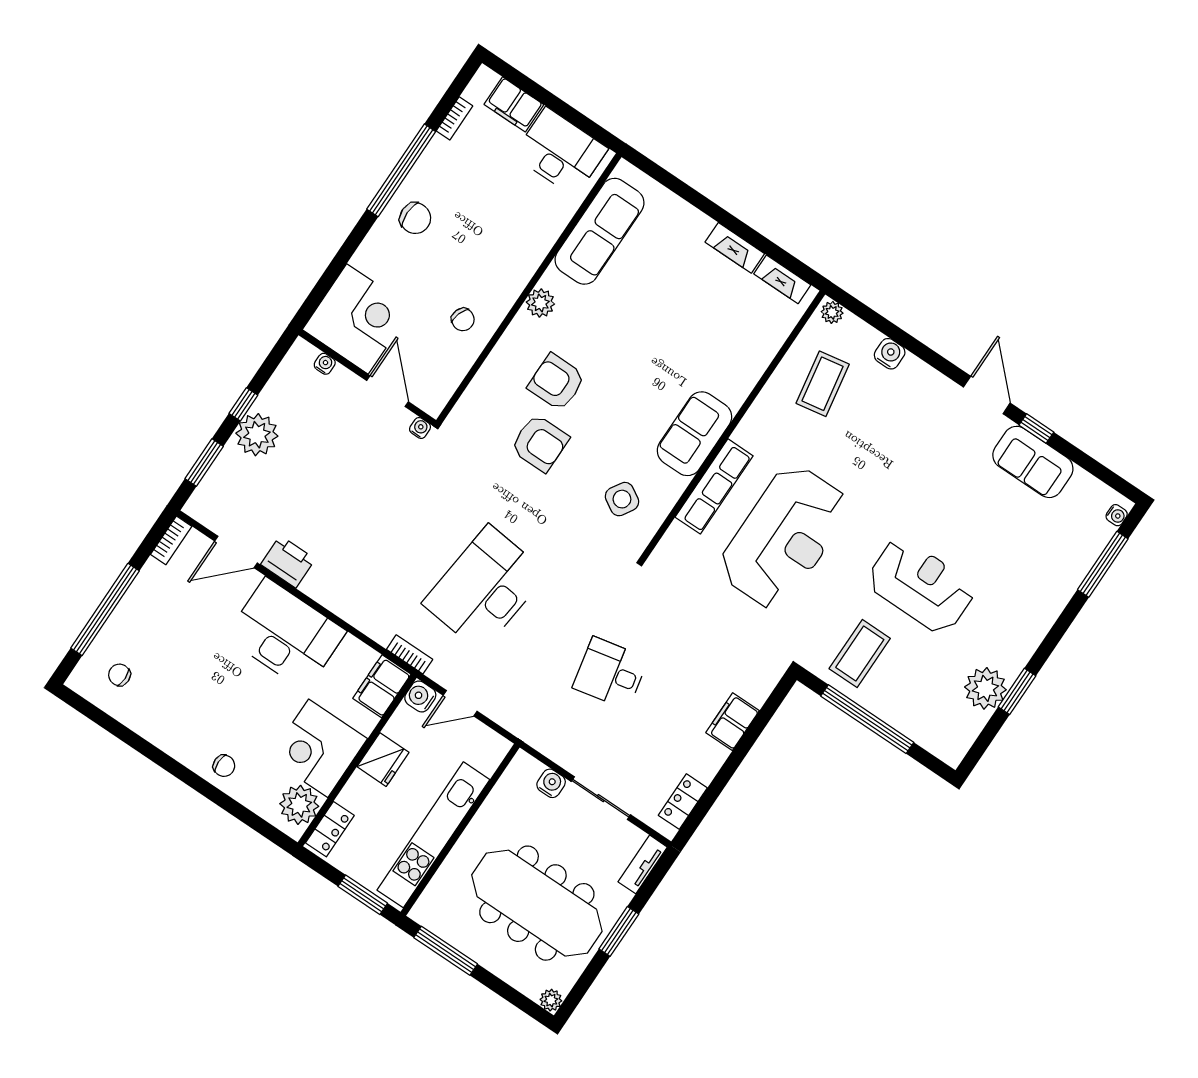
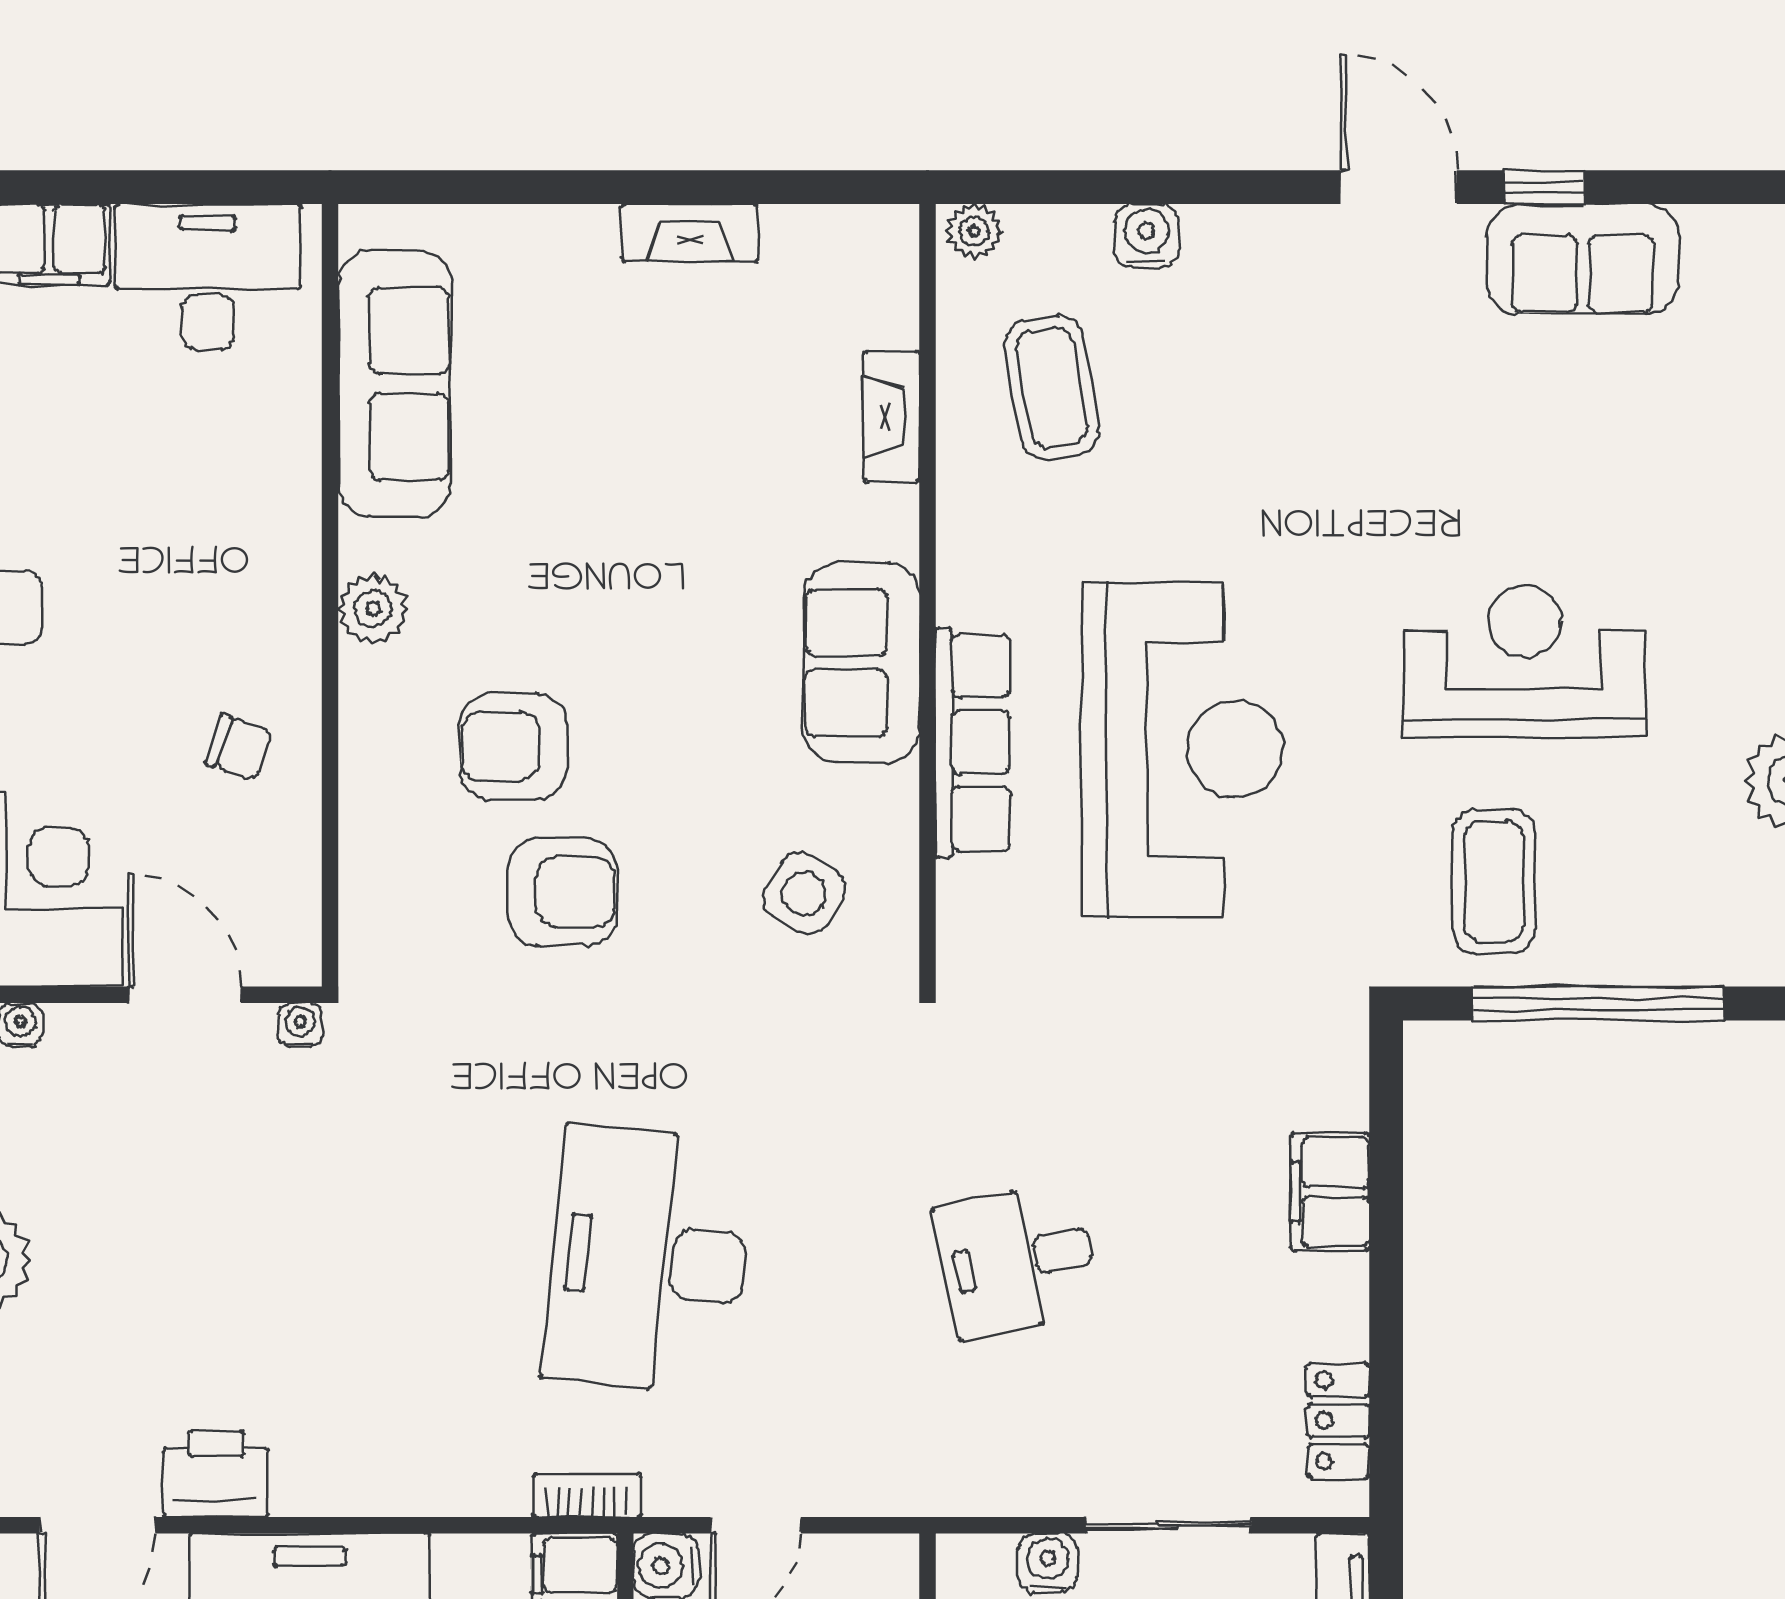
fireplace: (782, 279) -> (892, 417), moved, turned 90

